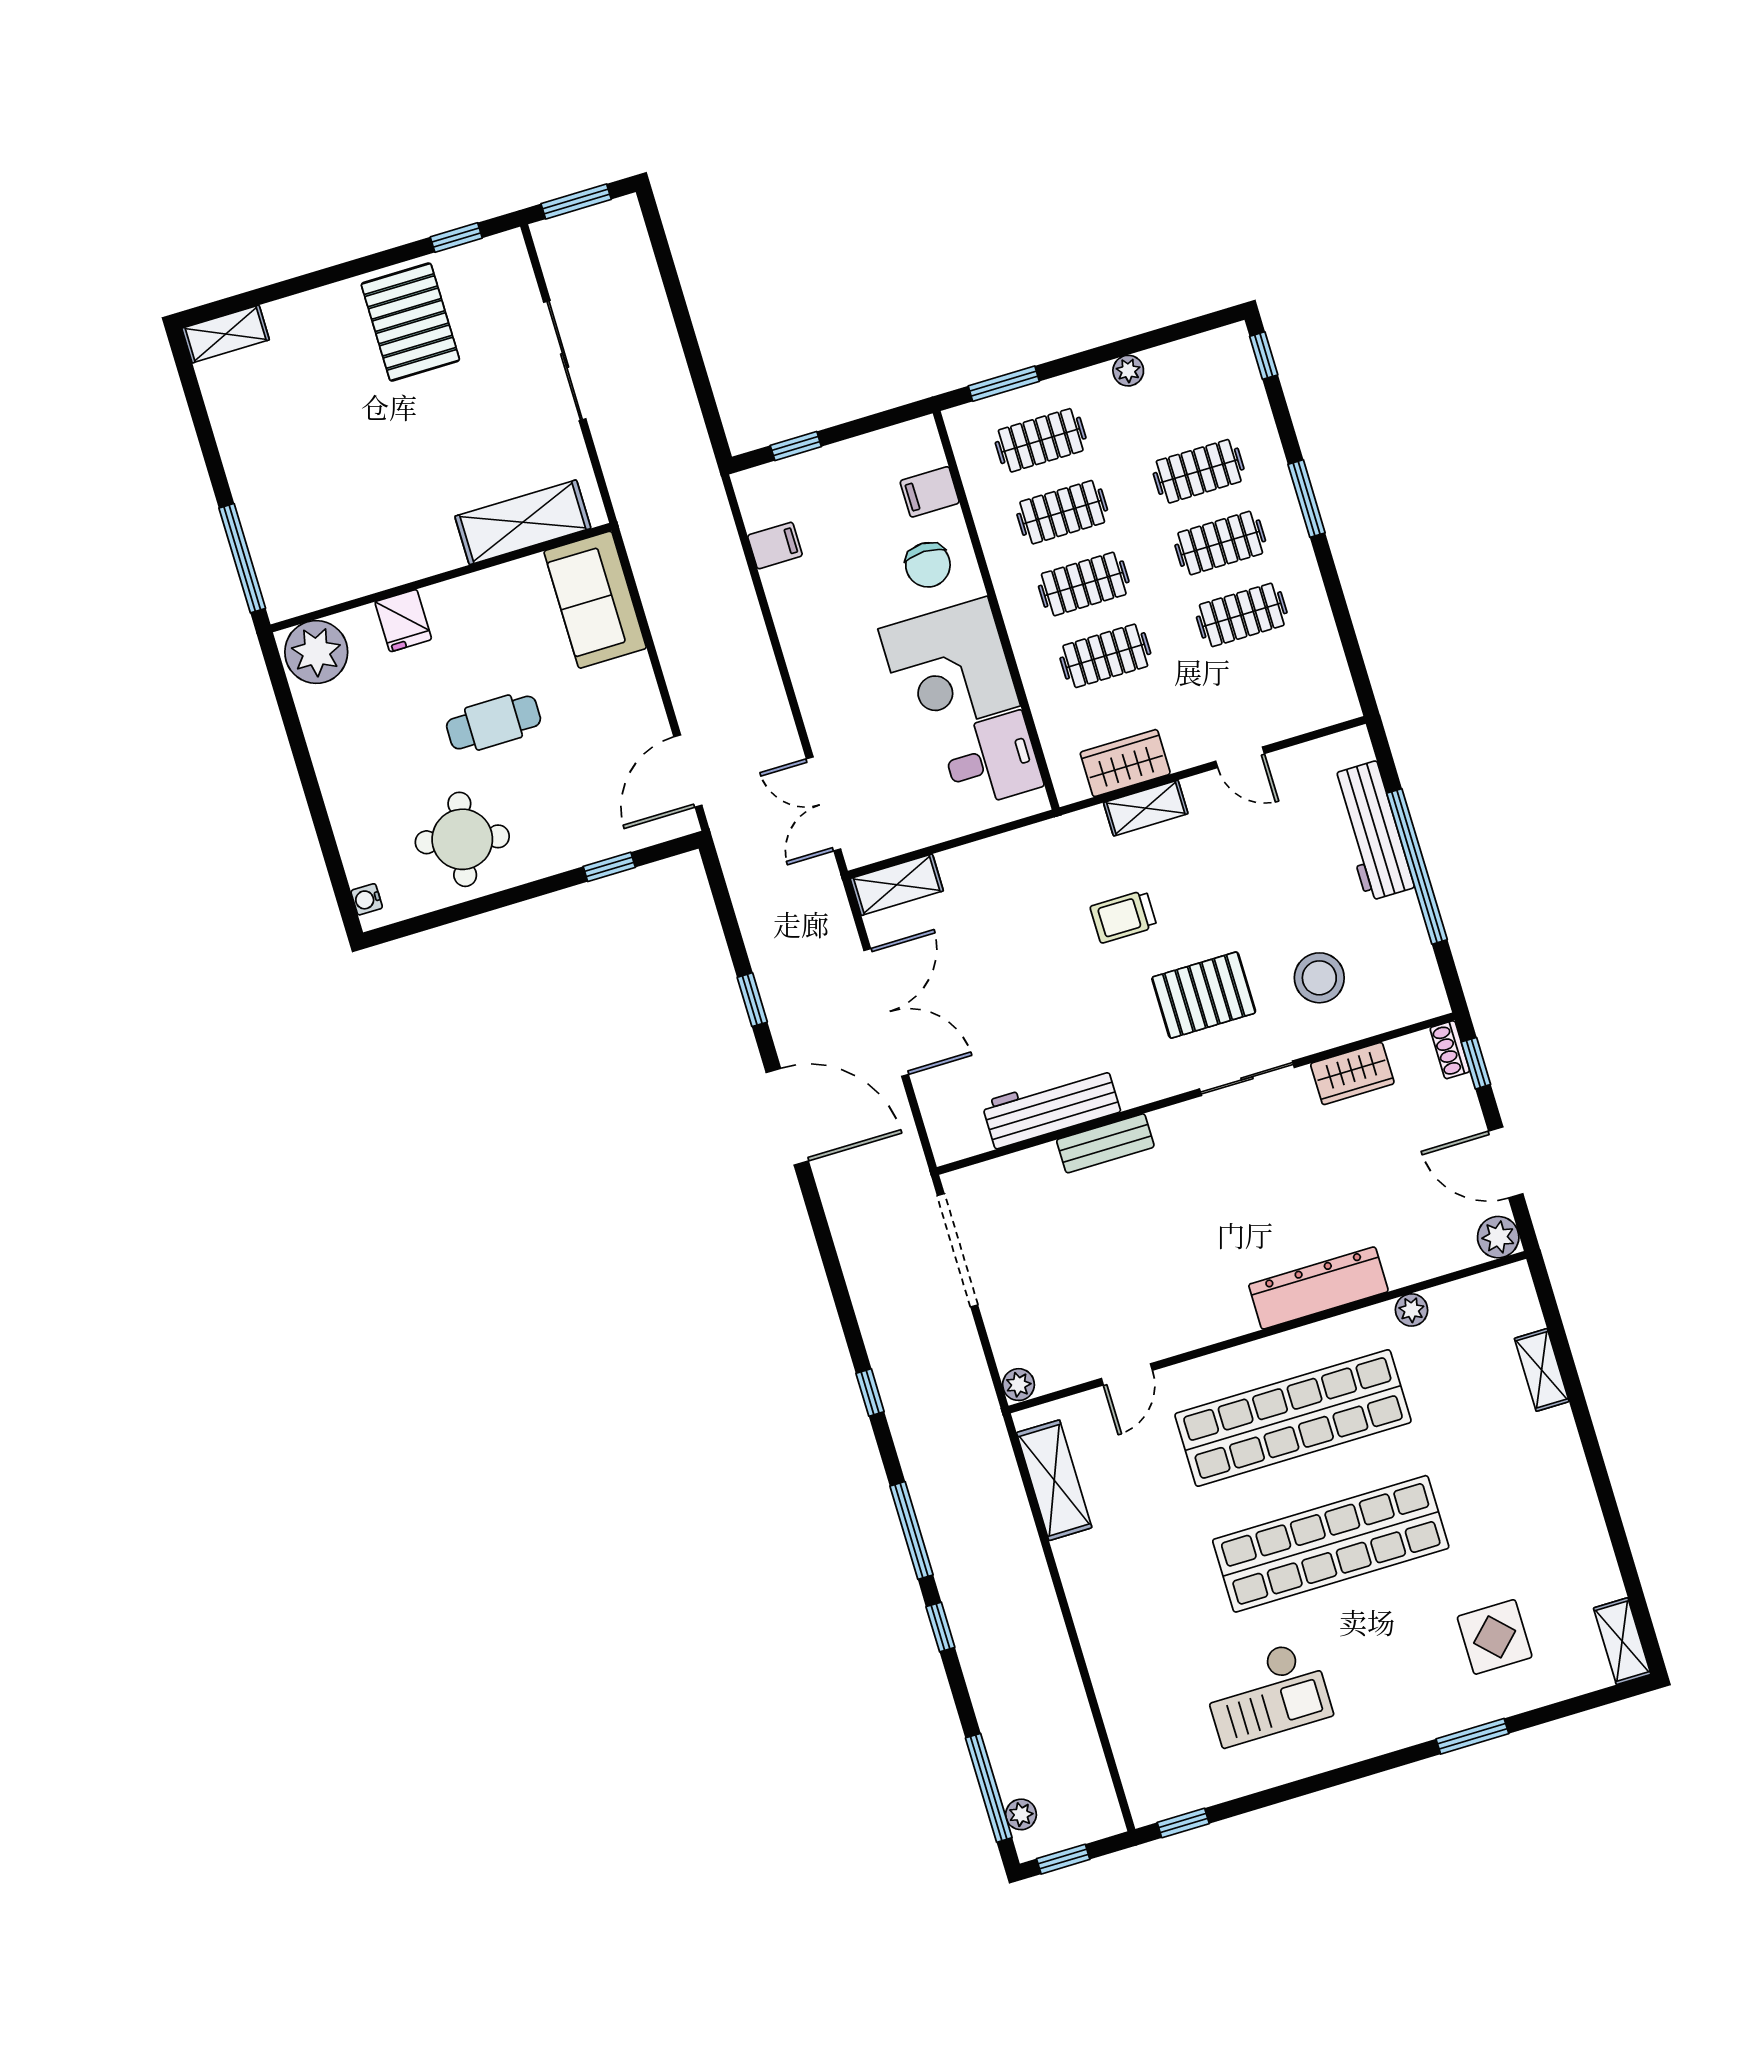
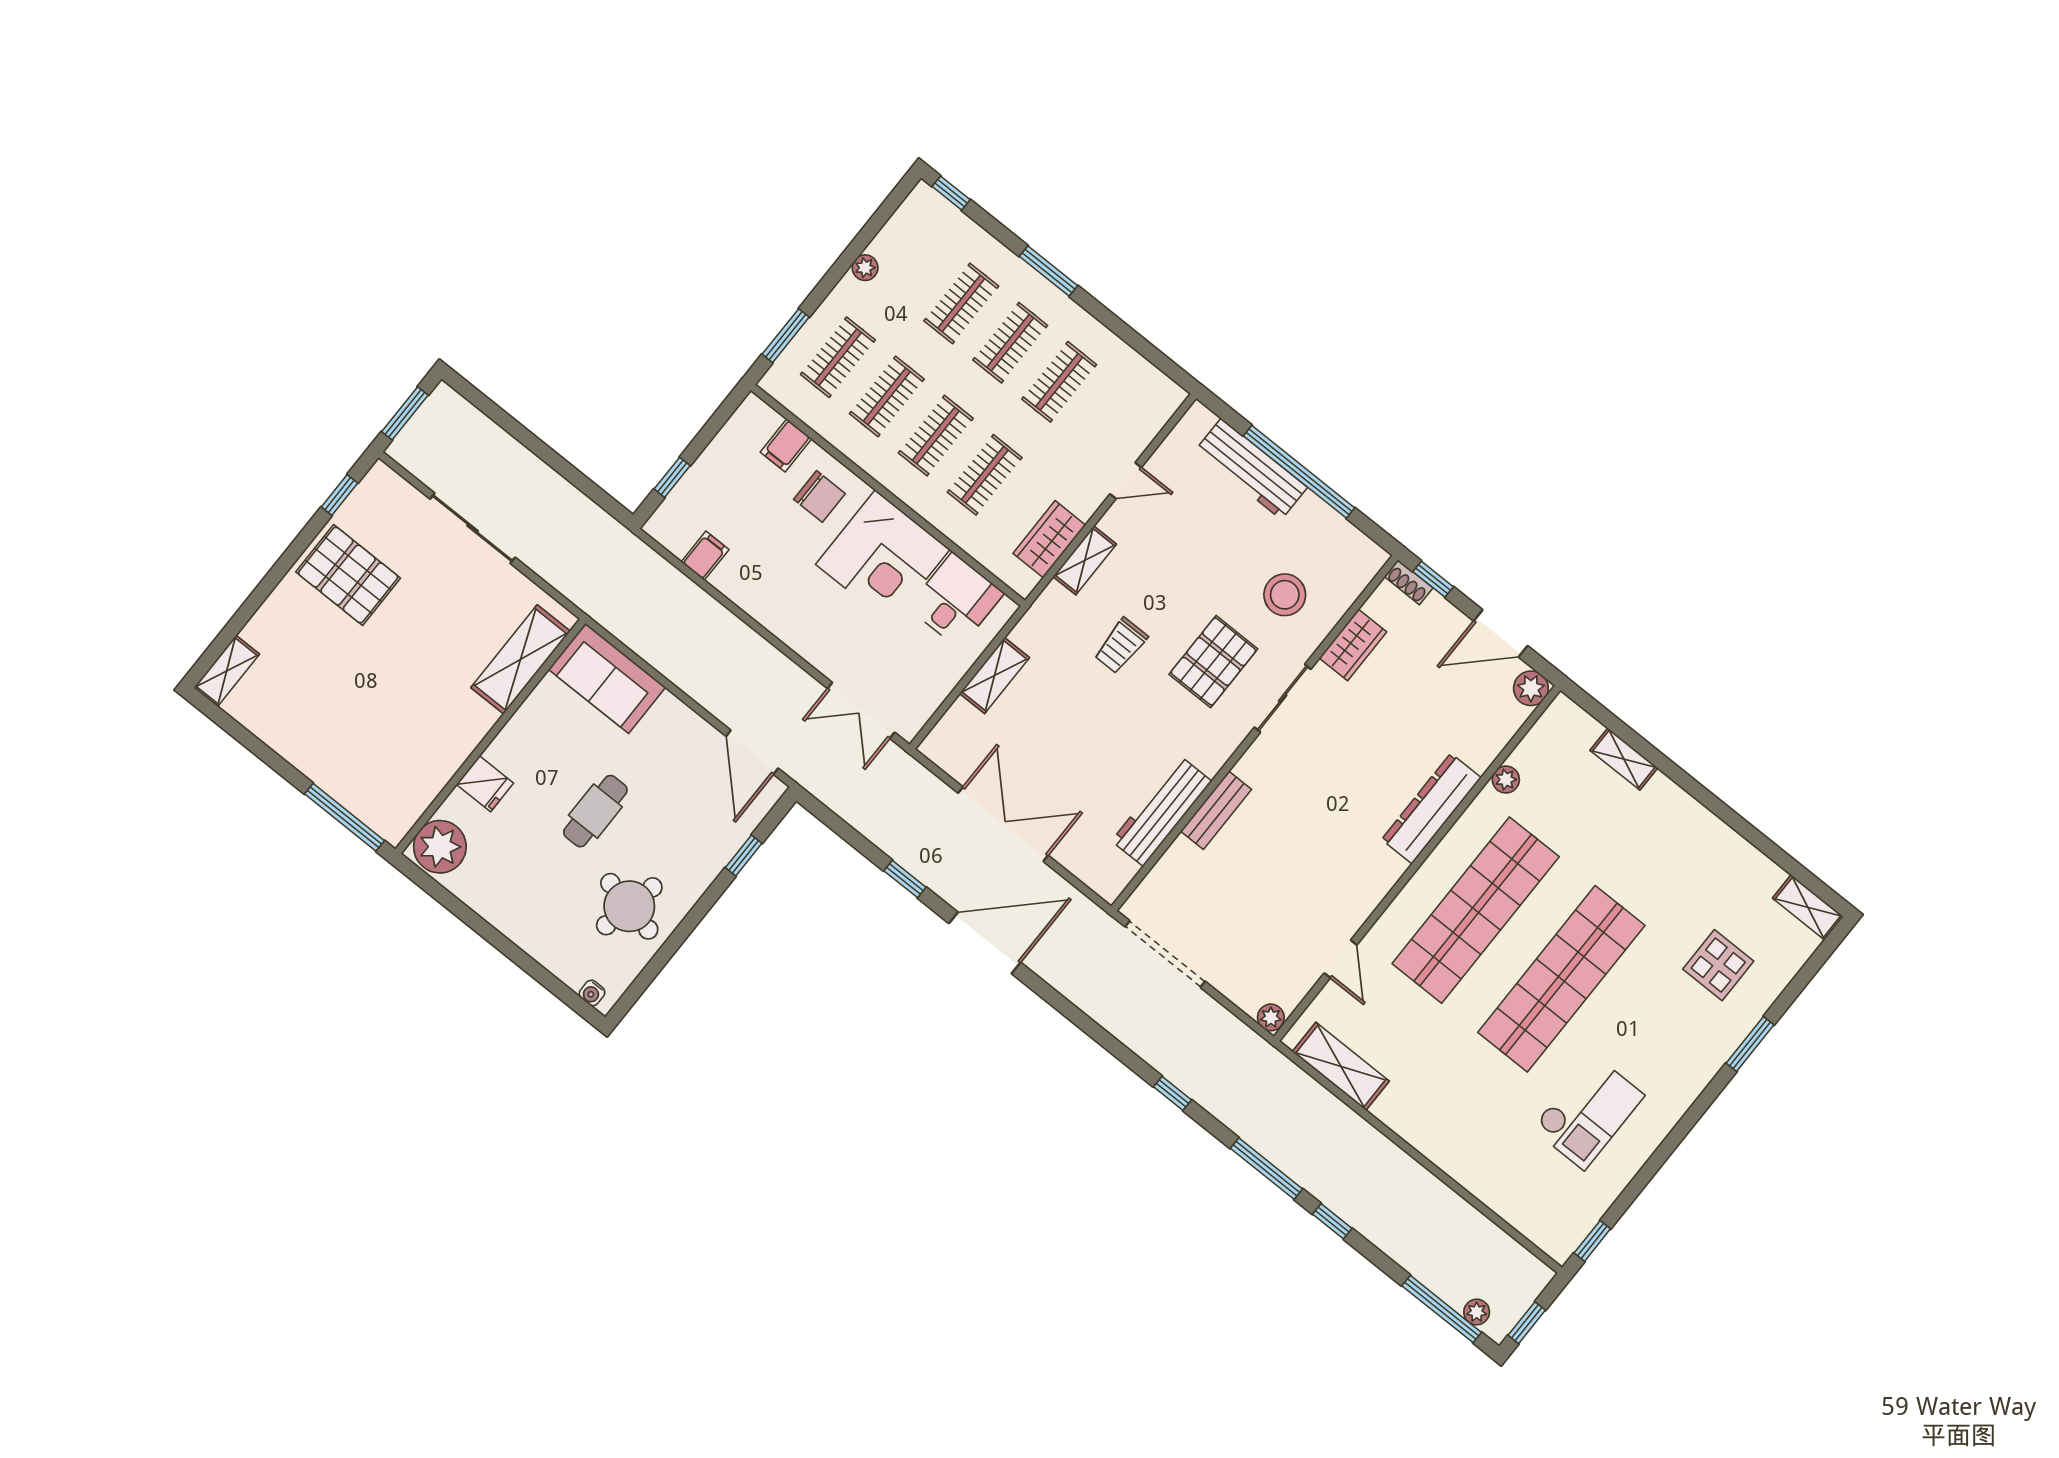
shelving: (897, 885) -> (994, 676), moved

